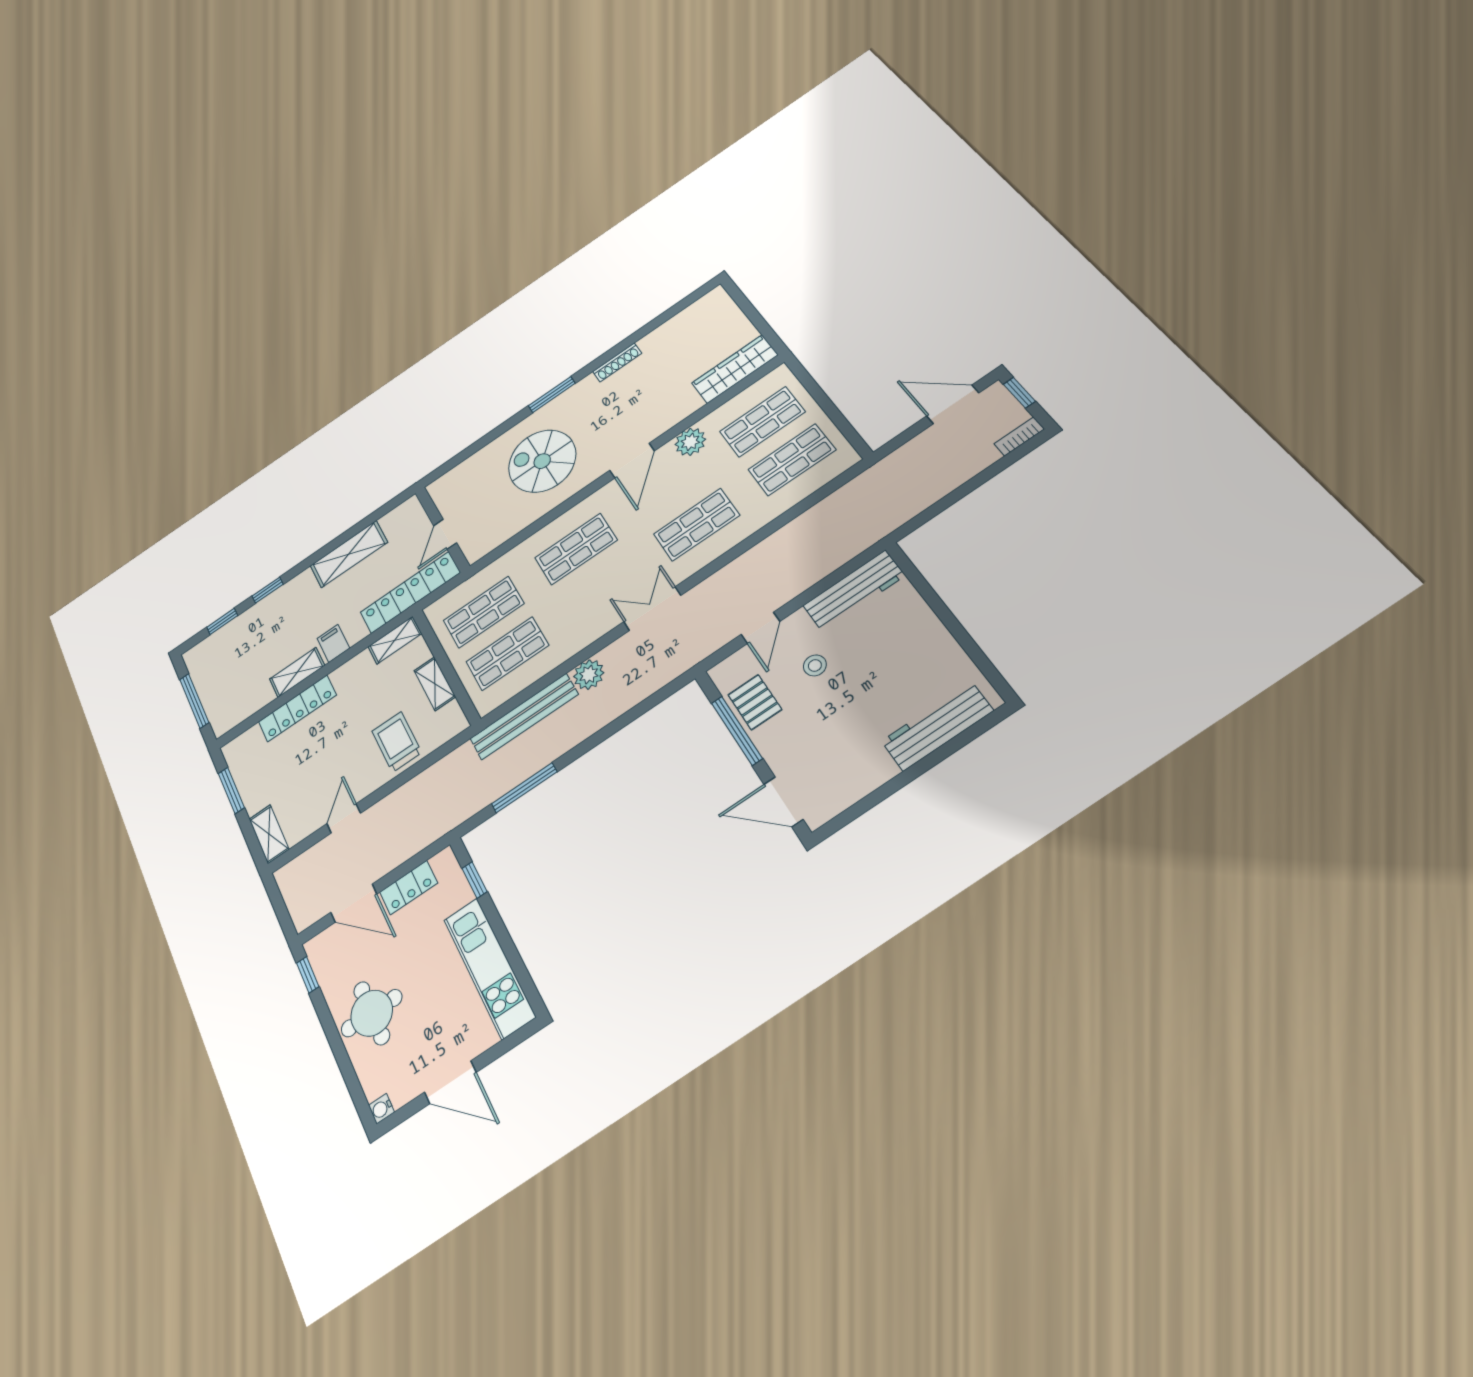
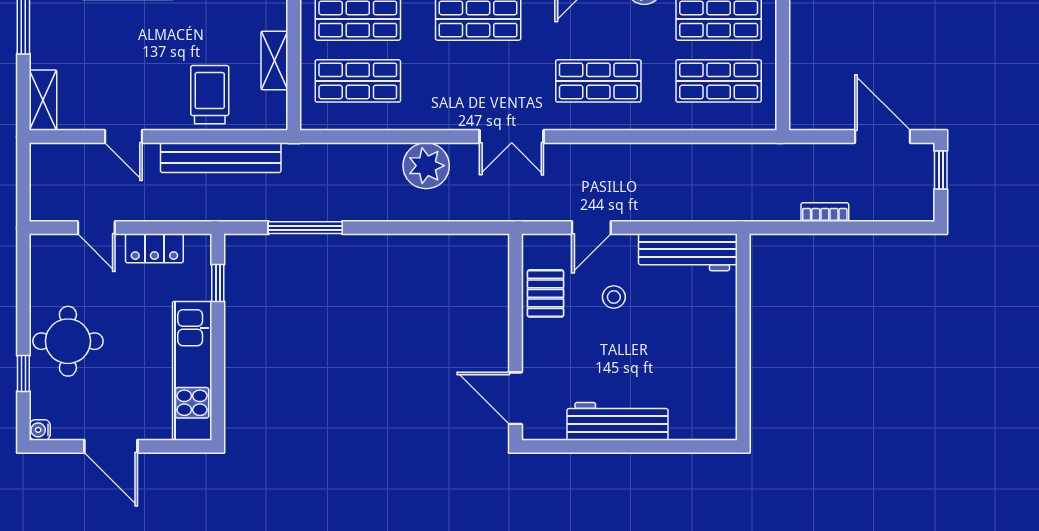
bookcase: (1019, 436) -> (825, 212), moved
double door: (652, 609) -> (512, 137), swing flipped
plant: (589, 675) -> (426, 166), width x1.36, depth x1.36
bench: (524, 717) -> (221, 158), moved
workbench: (937, 726) -> (618, 421), moved
window: (737, 731) -> (515, 308), removed
door: (344, 818) -> (123, 137), swing flipped
door: (354, 903) -> (96, 228), width x0.73
window: (308, 975) -> (23, 373), moved

